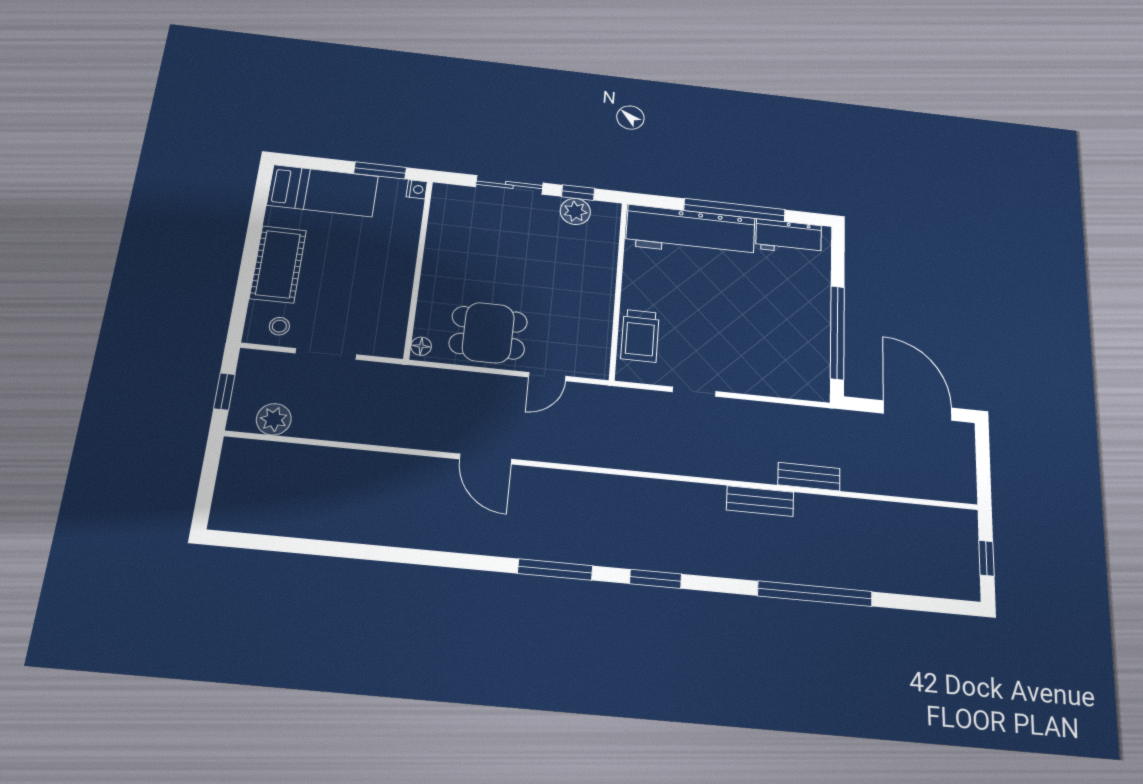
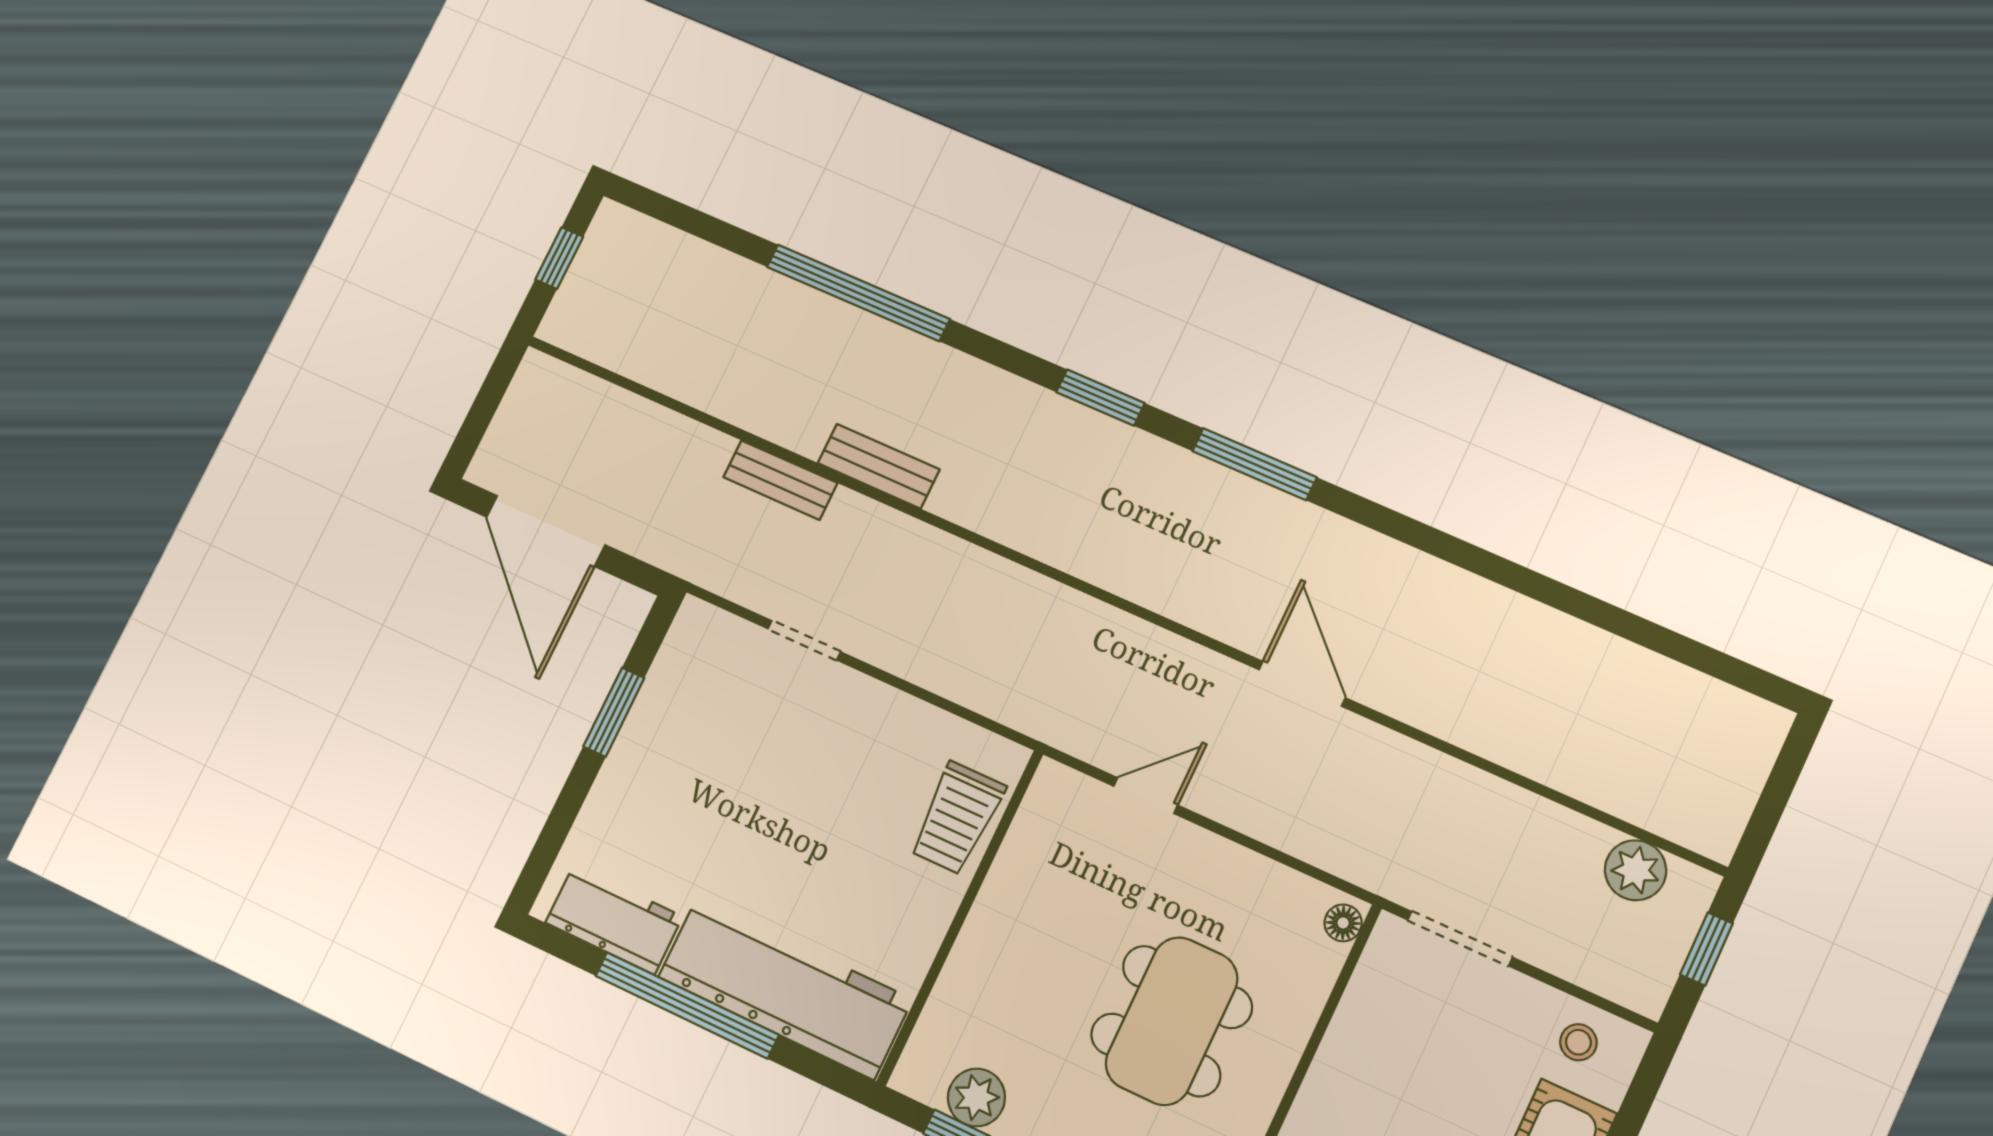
dining table: (488, 333) -> (1172, 1021), moved, width x1.38
window: (837, 333) -> (614, 712), width x0.47
trolley: (640, 336) -> (957, 818), turned 180
doorway: (326, 354) -> (1460, 939), moved
doorway: (694, 392) -> (804, 640), moved

